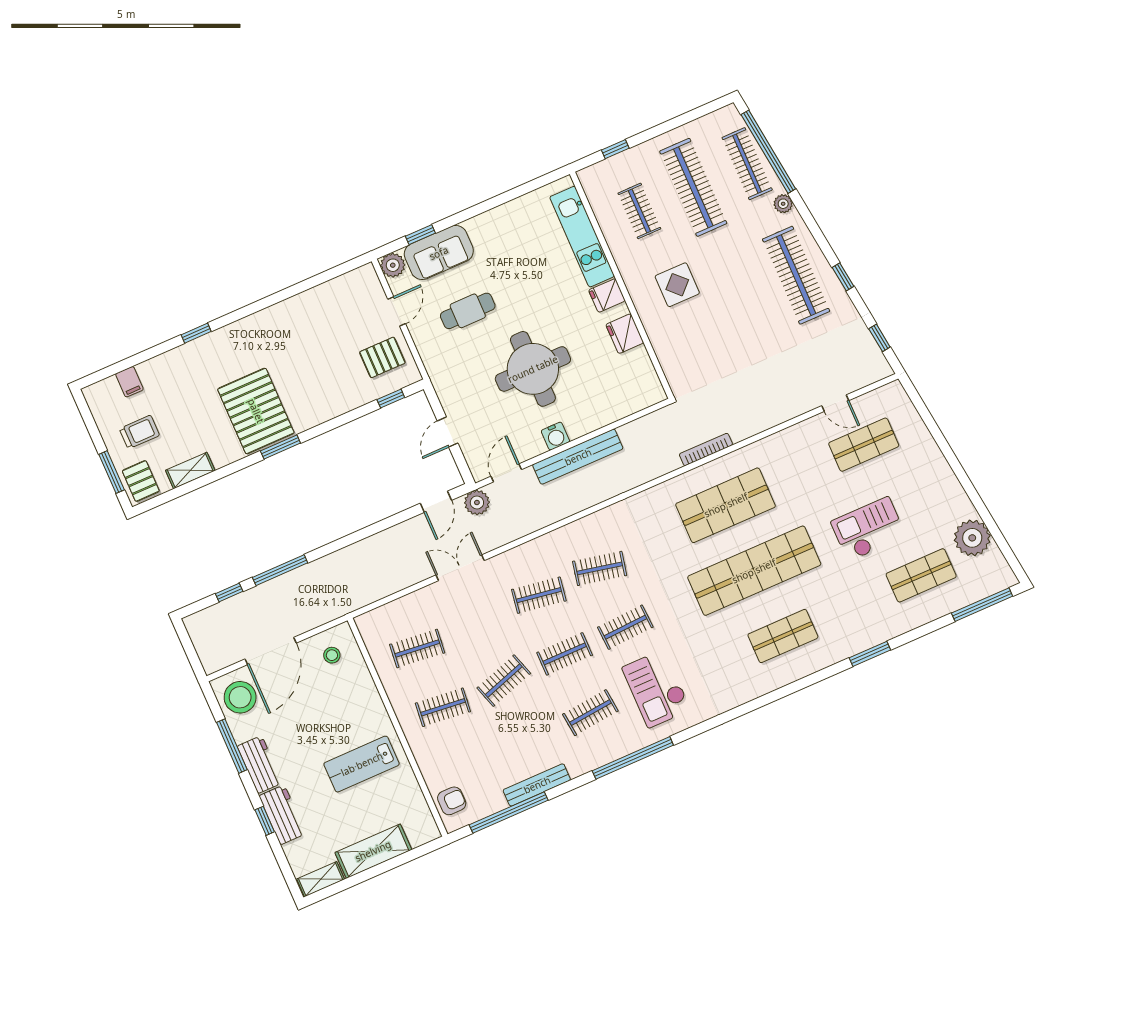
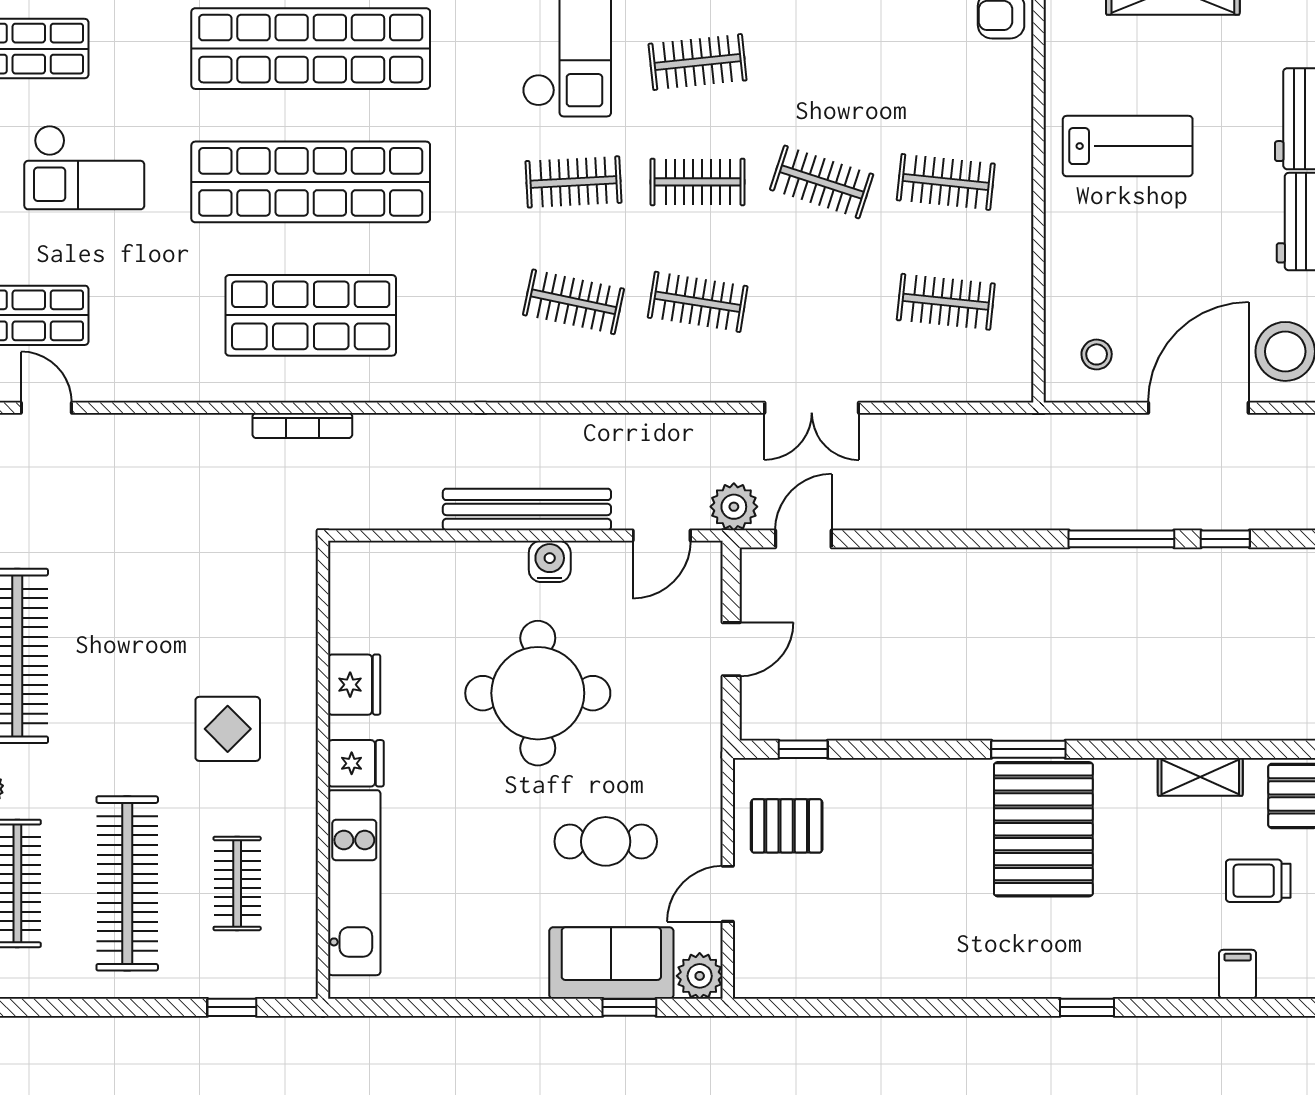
shop shelf: (783, 636) -> (311, 49), width x2.00, depth x1.36
clothes rail: (504, 681) -> (822, 182), turned 36

